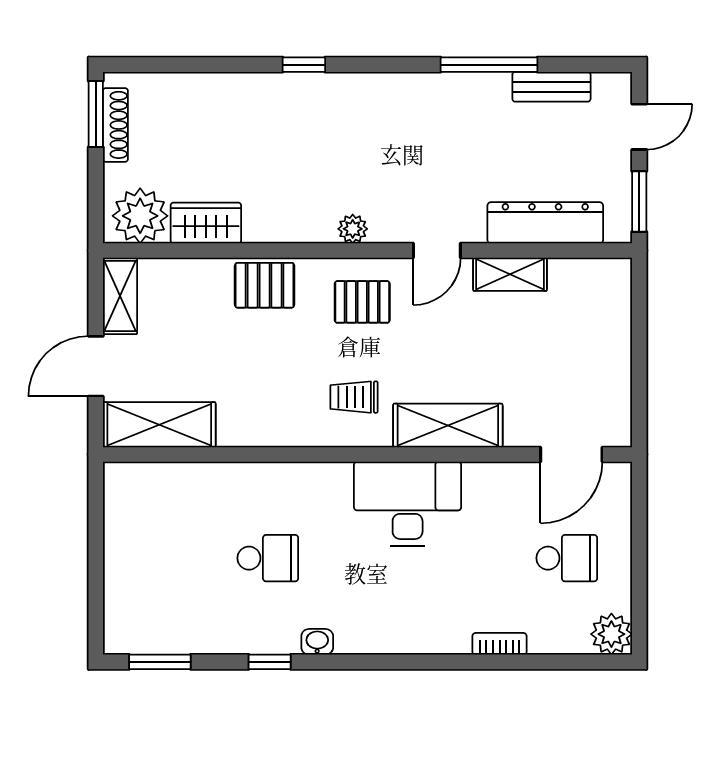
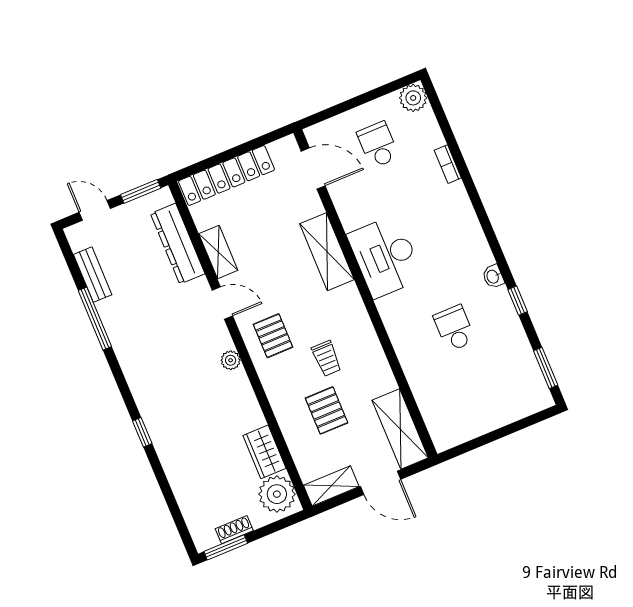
shoe rack: (115, 125) -> (234, 530), width x0.70
pallet: (265, 285) -> (327, 410), moved
locker: (612, 330) -> (226, 175), added
trolley: (354, 397) -> (327, 358), moved

